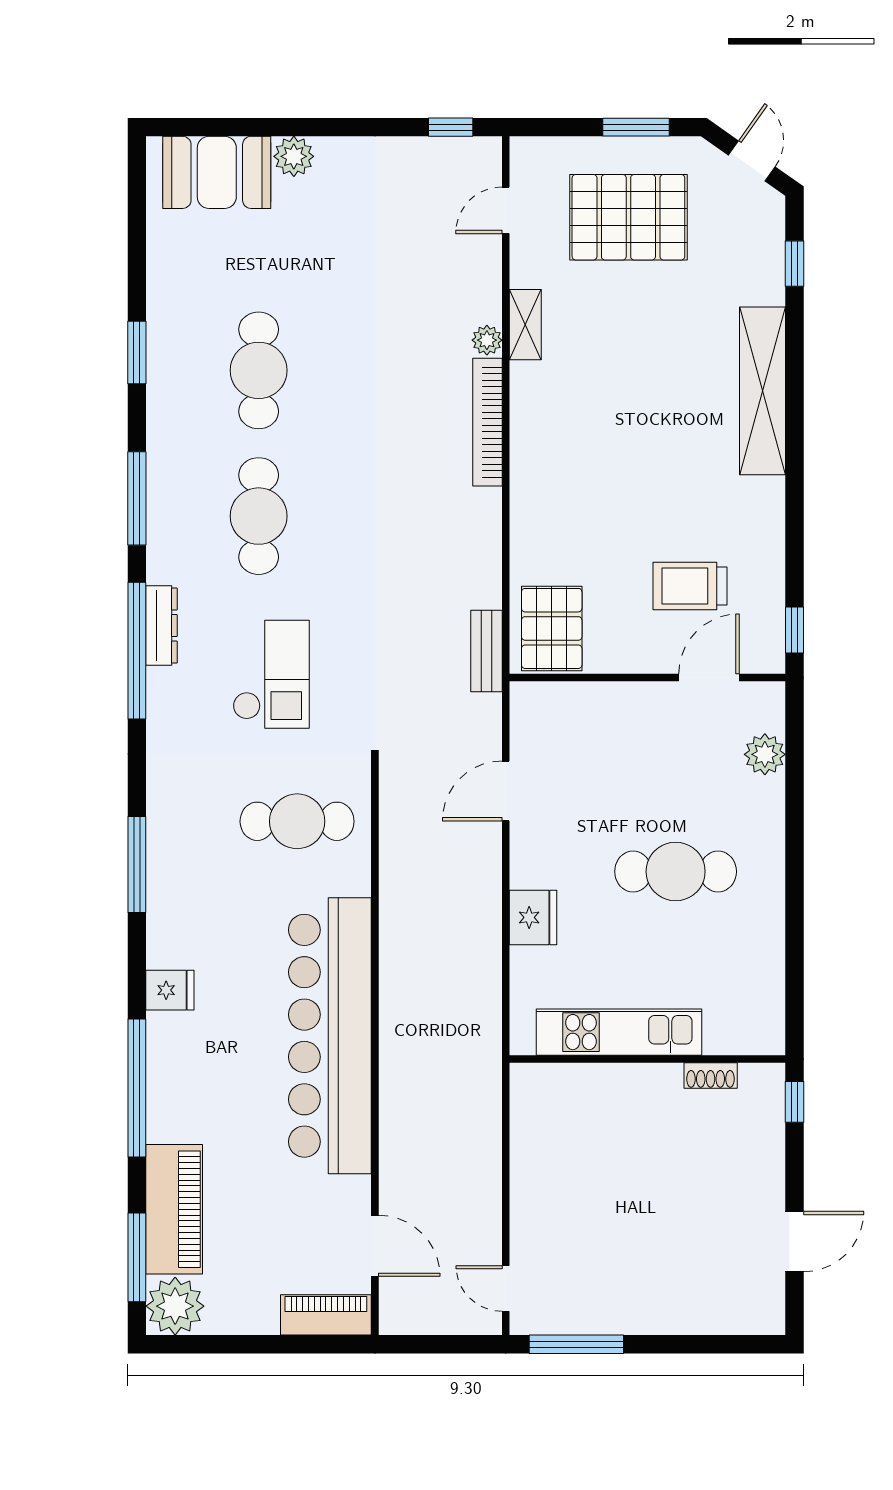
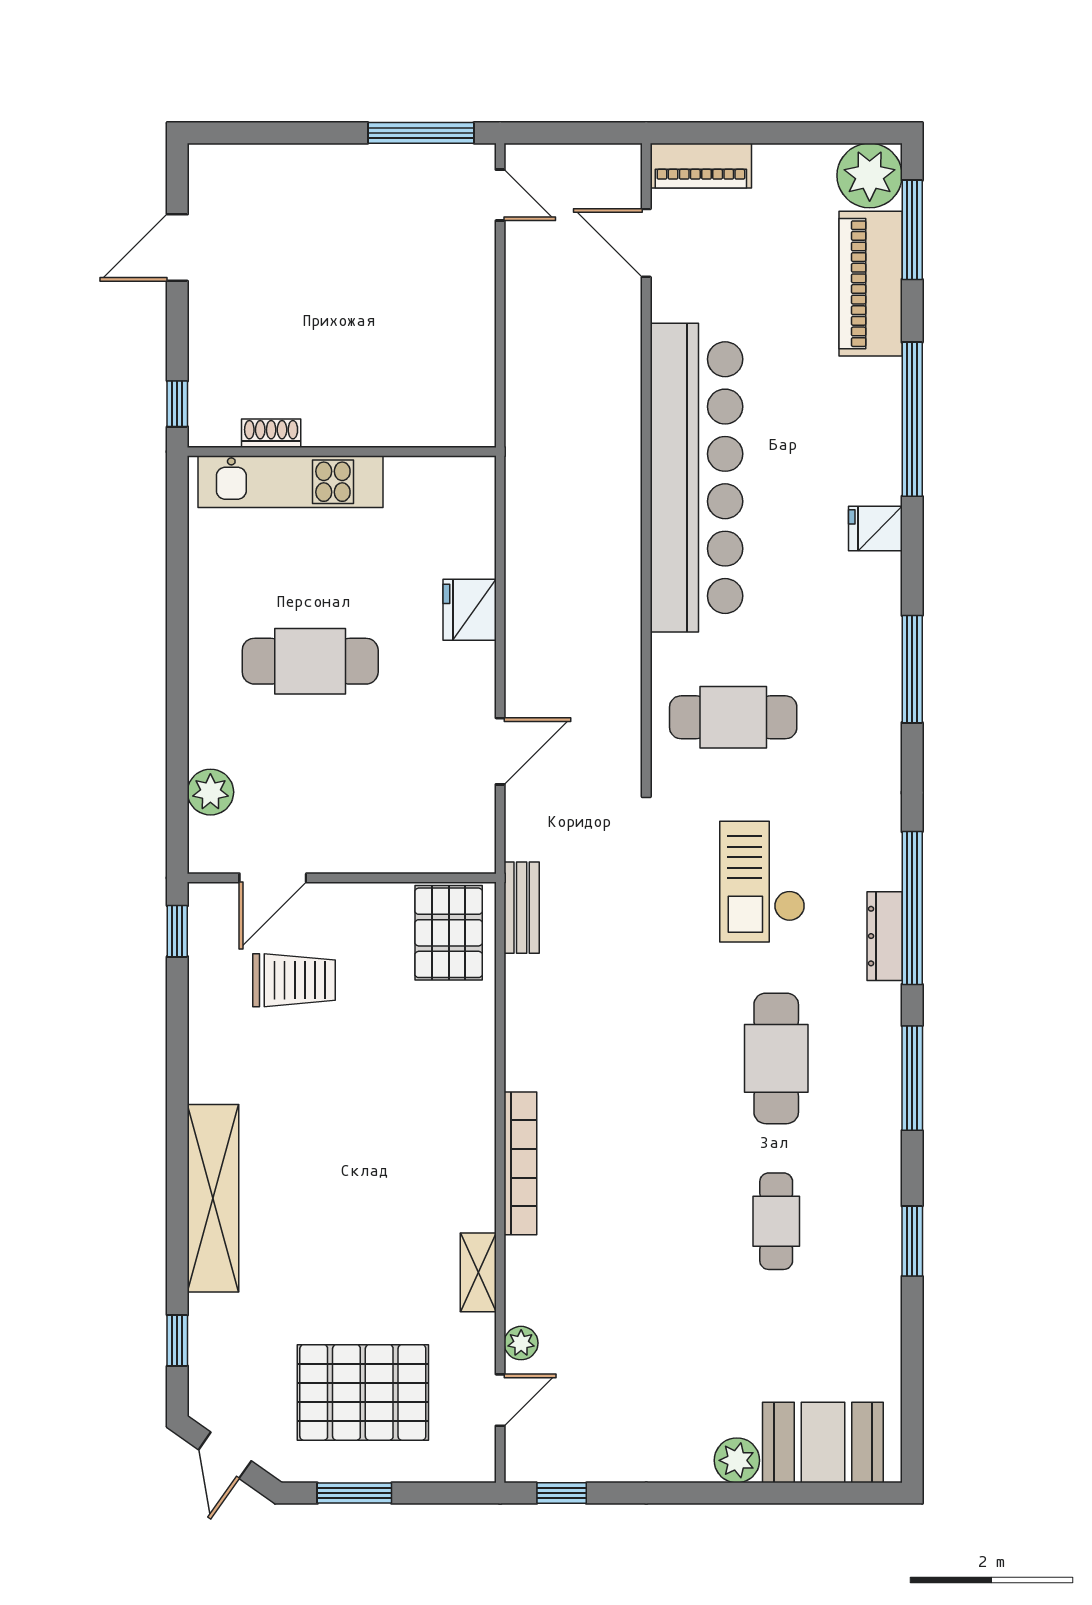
plant: (487, 340) -> (521, 1343), moved
cafe table: (259, 370) -> (776, 1221), width x0.73, depth x0.74
kitchen unit: (619, 1032) -> (290, 482), moved

